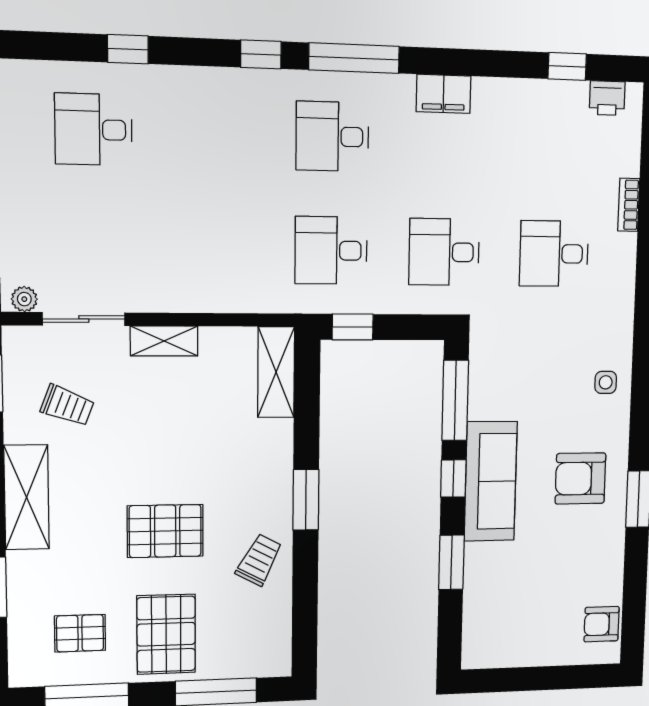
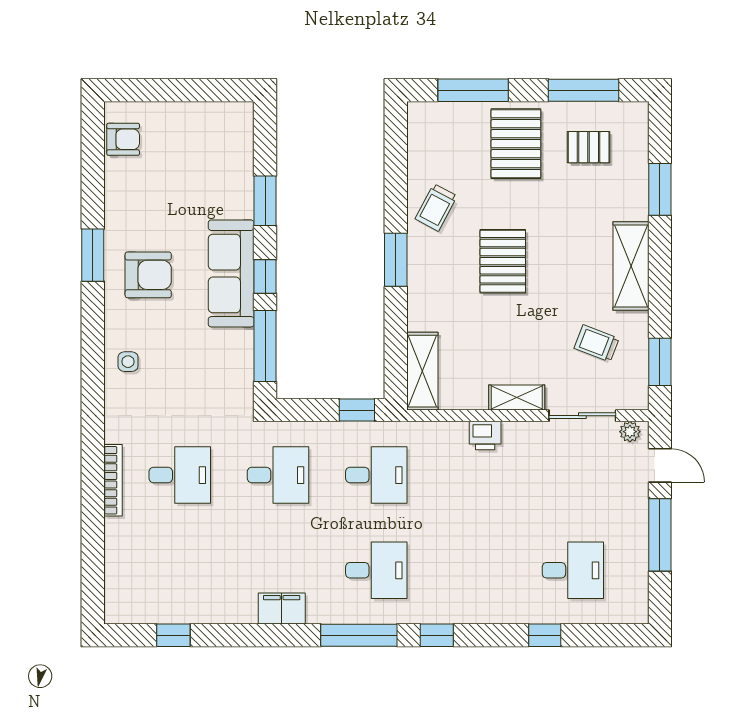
printer: (607, 98) -> (485, 435), moved, turned 180
bookcase: (629, 205) -> (113, 480), moved, width x1.56
pallet: (165, 531) -> (503, 261), moved, turned 90

